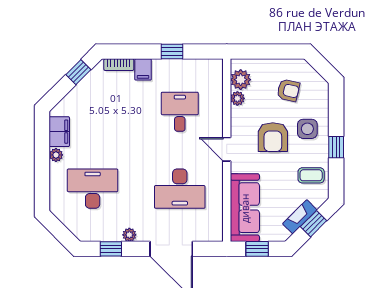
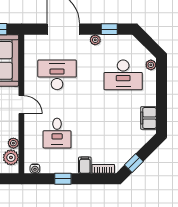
water cooler: (209, 65) -> (35, 169), added
plant: (56, 155) -> (151, 65), moved

